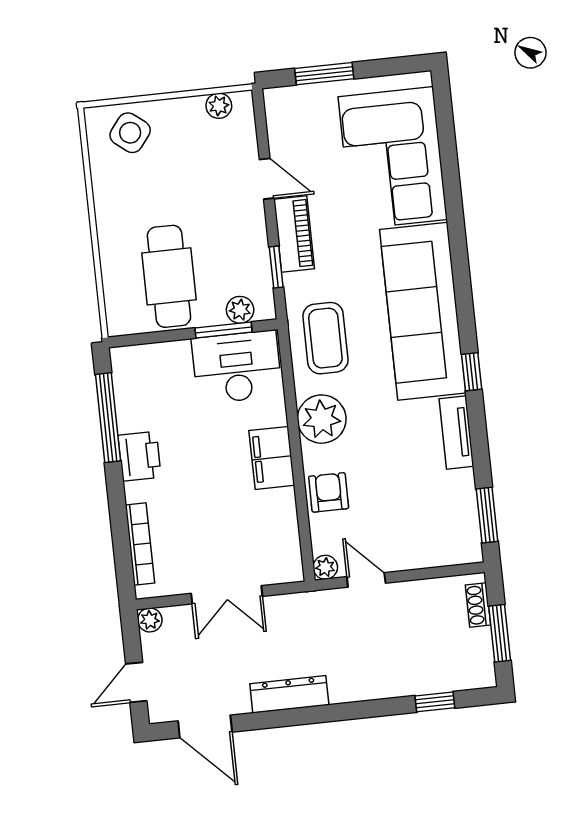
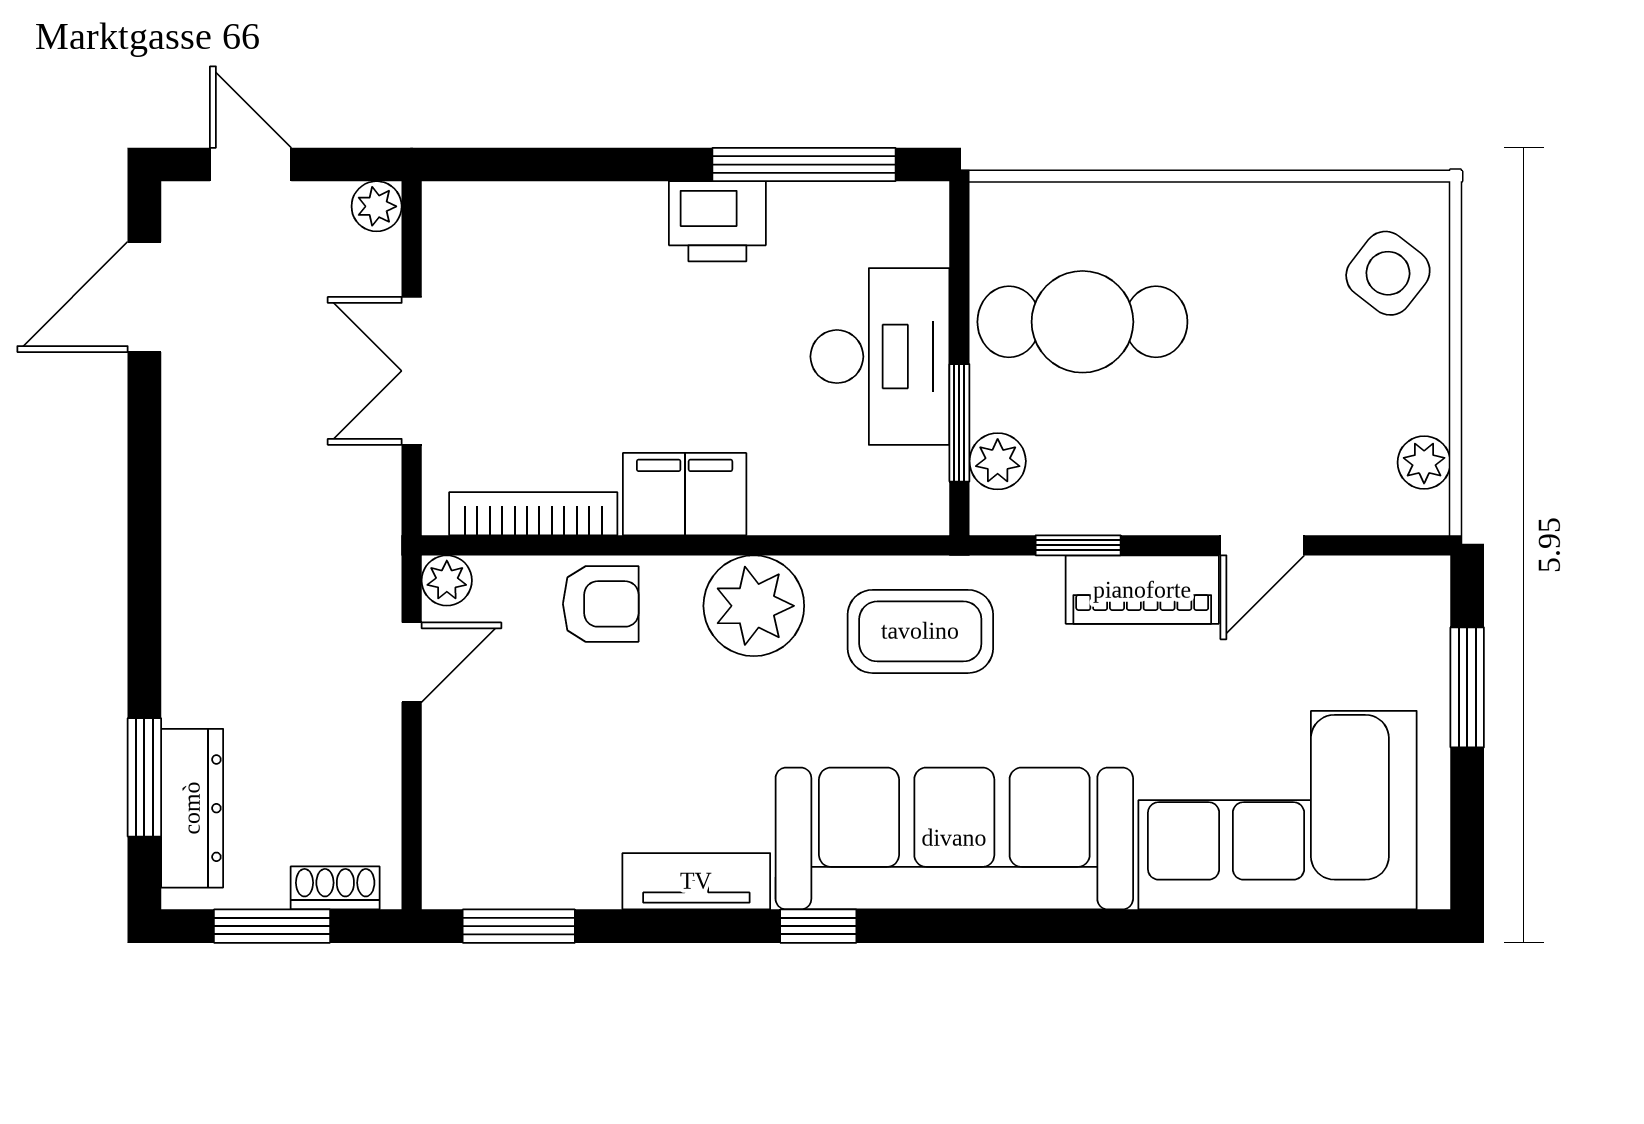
desk: (237, 367) -> (880, 357), moved
bookcase: (140, 544) -> (533, 514), moved, turned 180
dresser: (289, 694) -> (192, 808), moved
window: (435, 702) -> (144, 777), width x1.50

